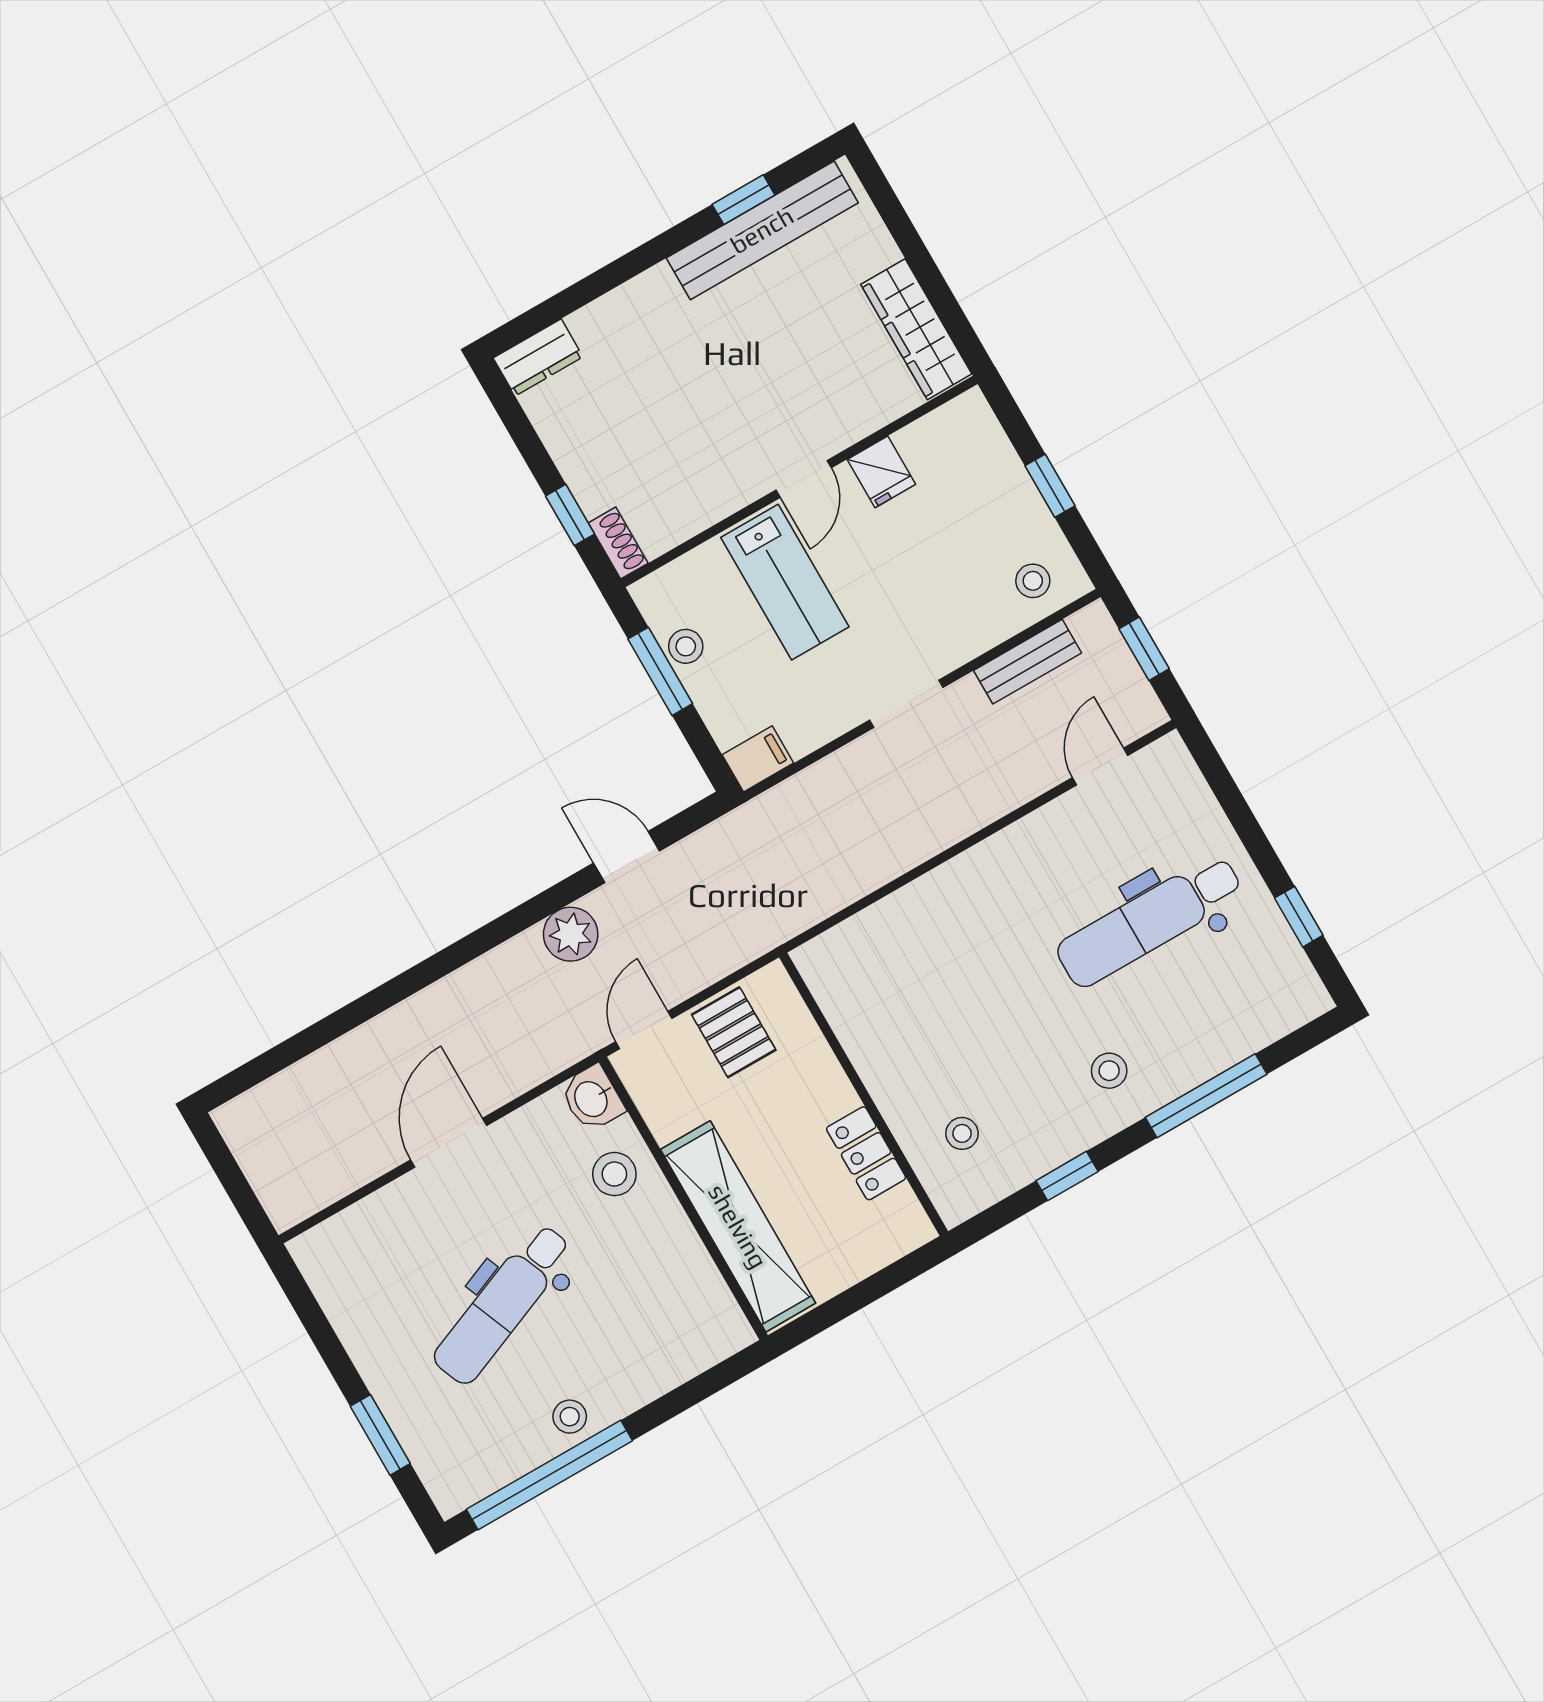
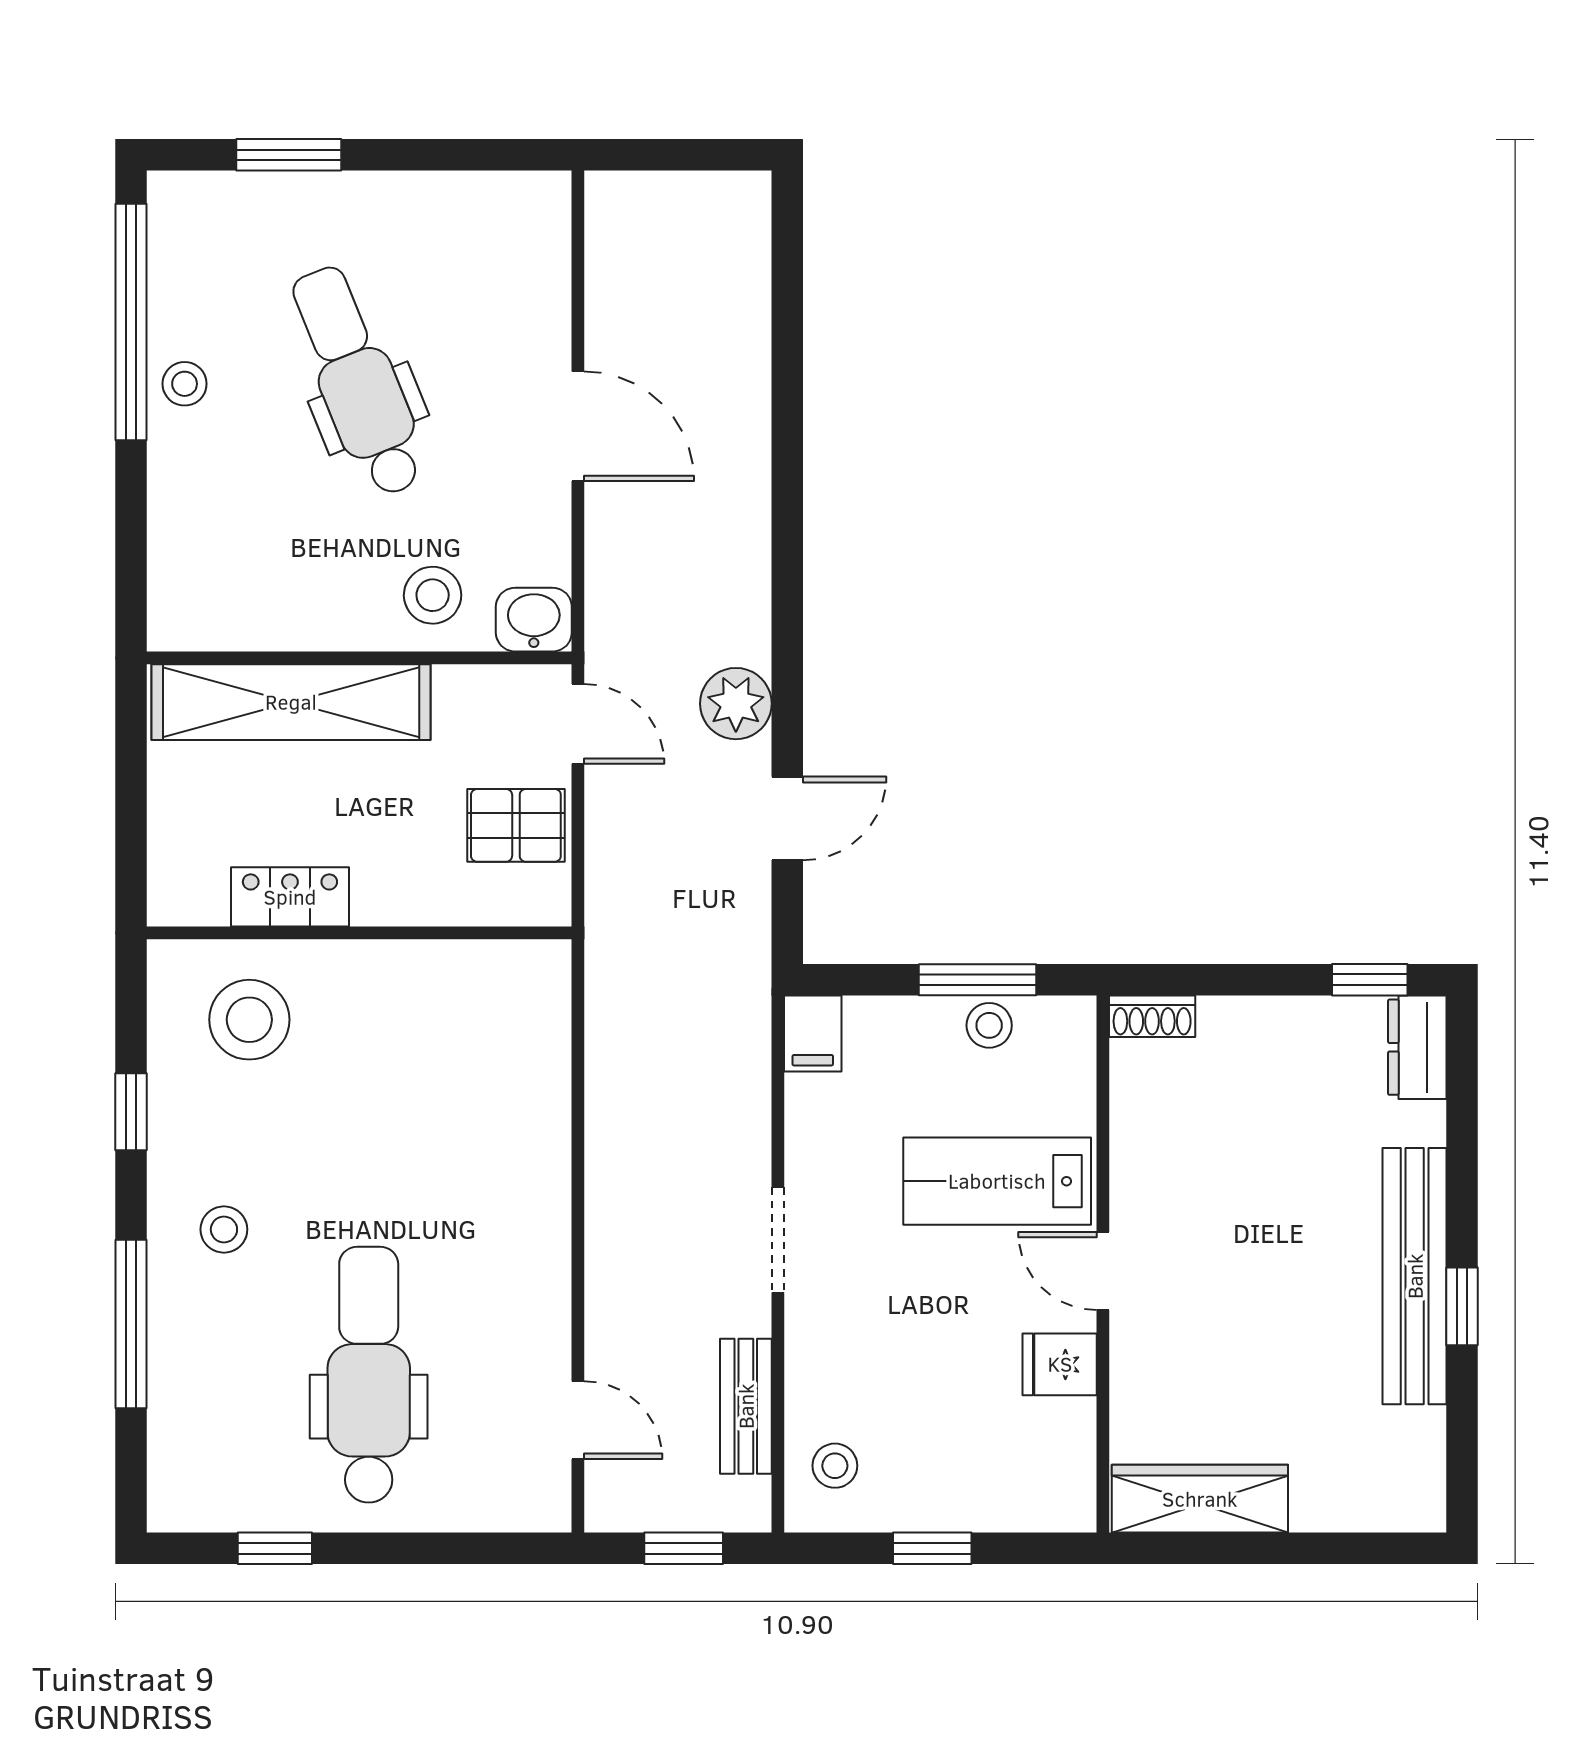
window: (743, 200) -> (1462, 1306), moved
bench: (762, 230) -> (1415, 1276), moved
window: (570, 515) -> (1370, 980), moved
stool: (962, 1133) -> (249, 1020), width x1.89, depth x1.89

